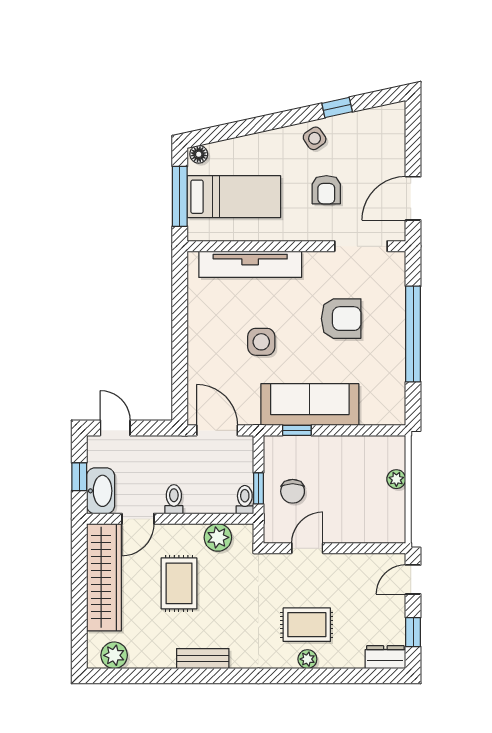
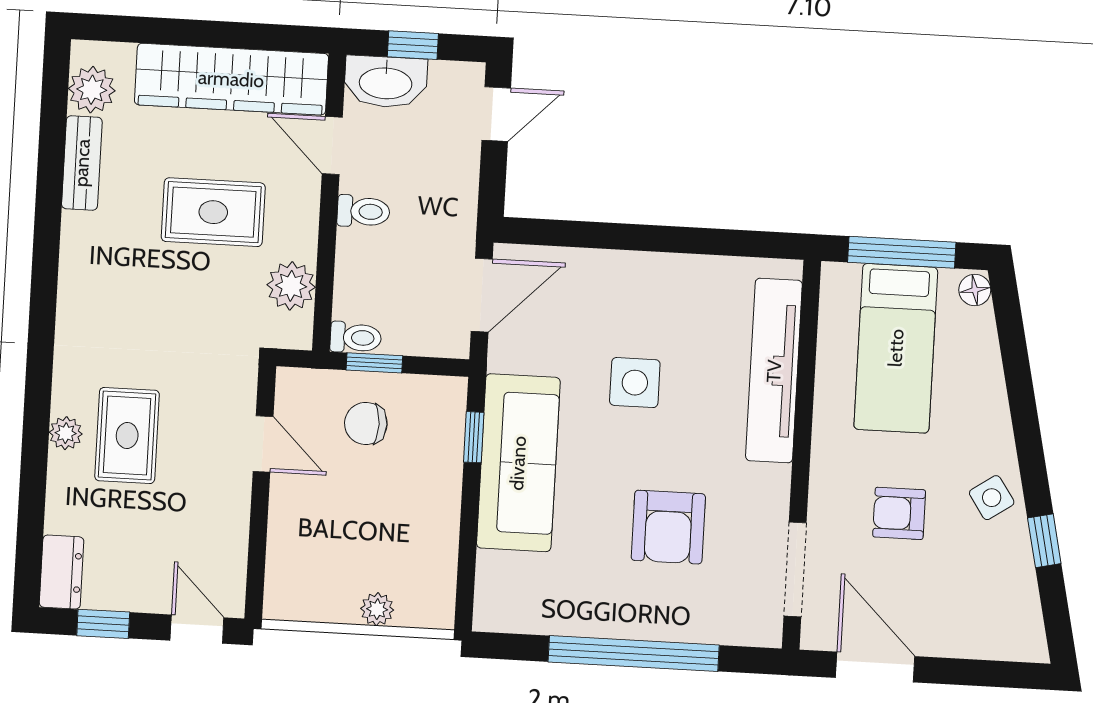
bench: (203, 659) -> (82, 163), moved

